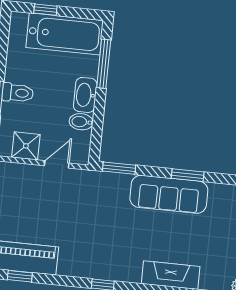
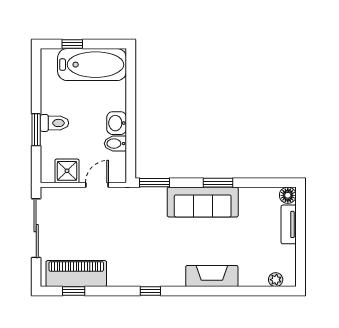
window: (104, 64) -> (131, 88), removed
washbasin: (85, 95) -> (117, 123), width x0.72

